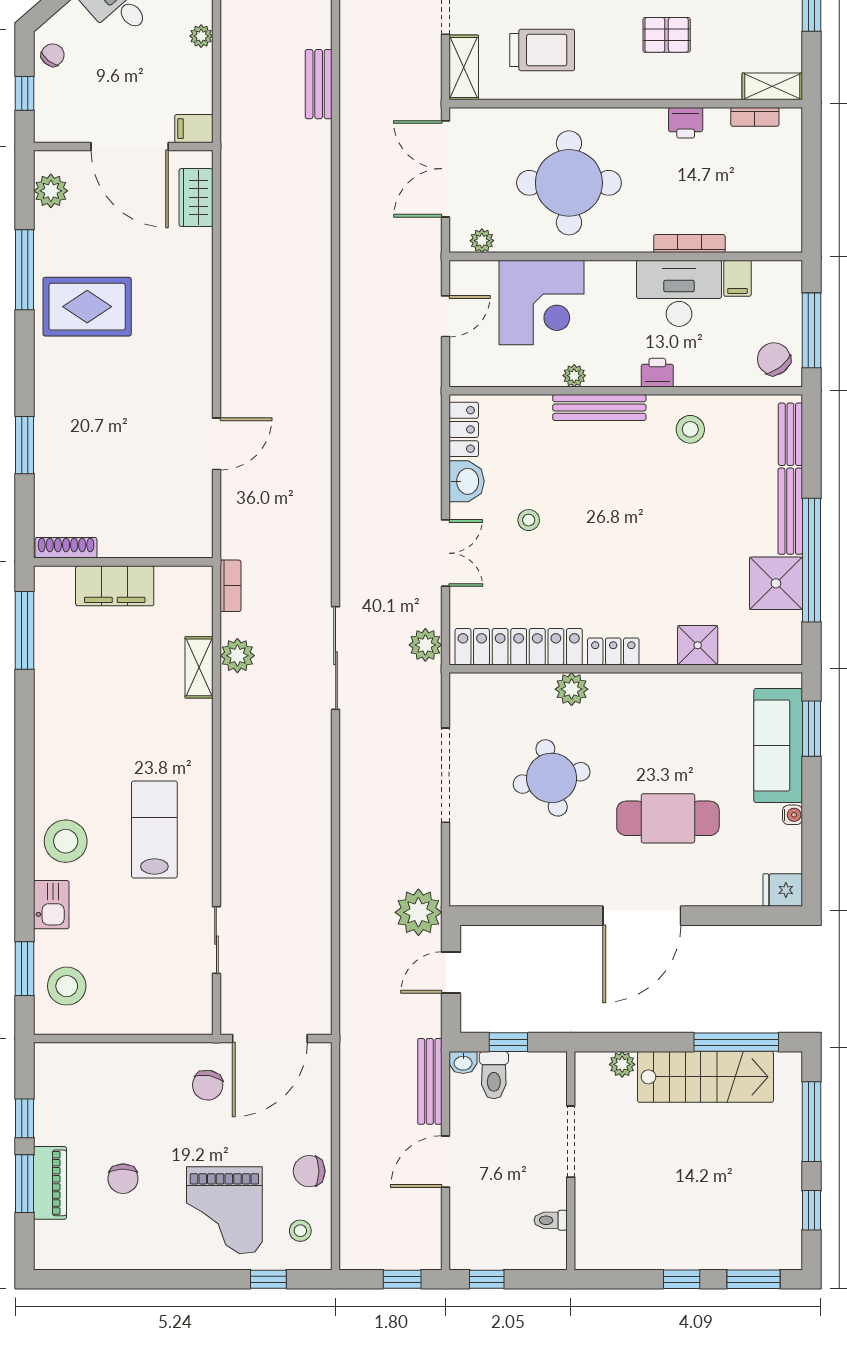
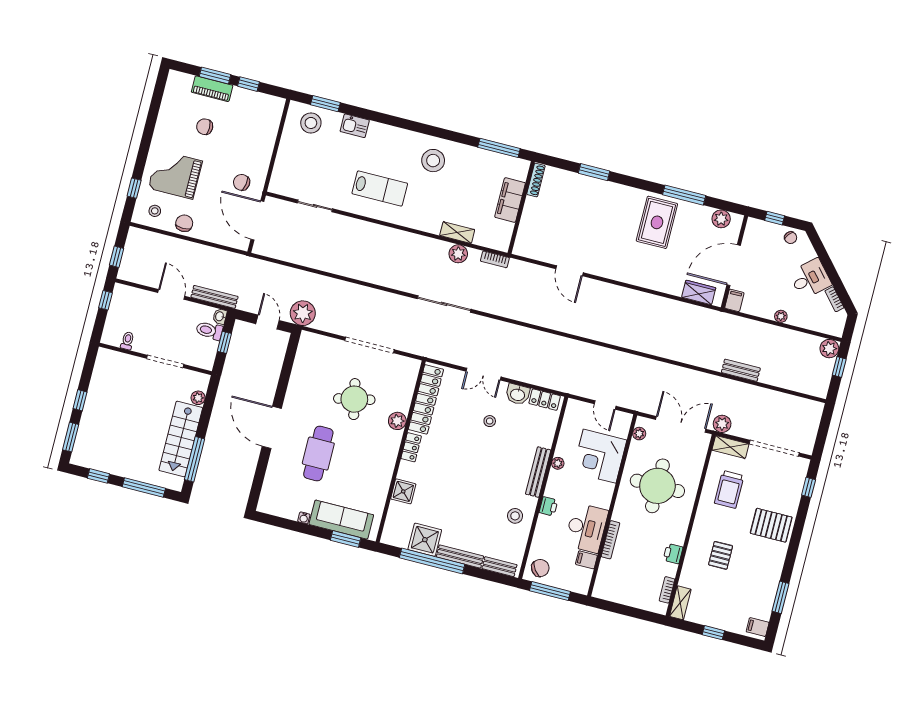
plant: (425, 645) -> (722, 424), moved
stool: (66, 841) -> (433, 161), moved
fridge: (783, 890) -> (267, 503), removed

